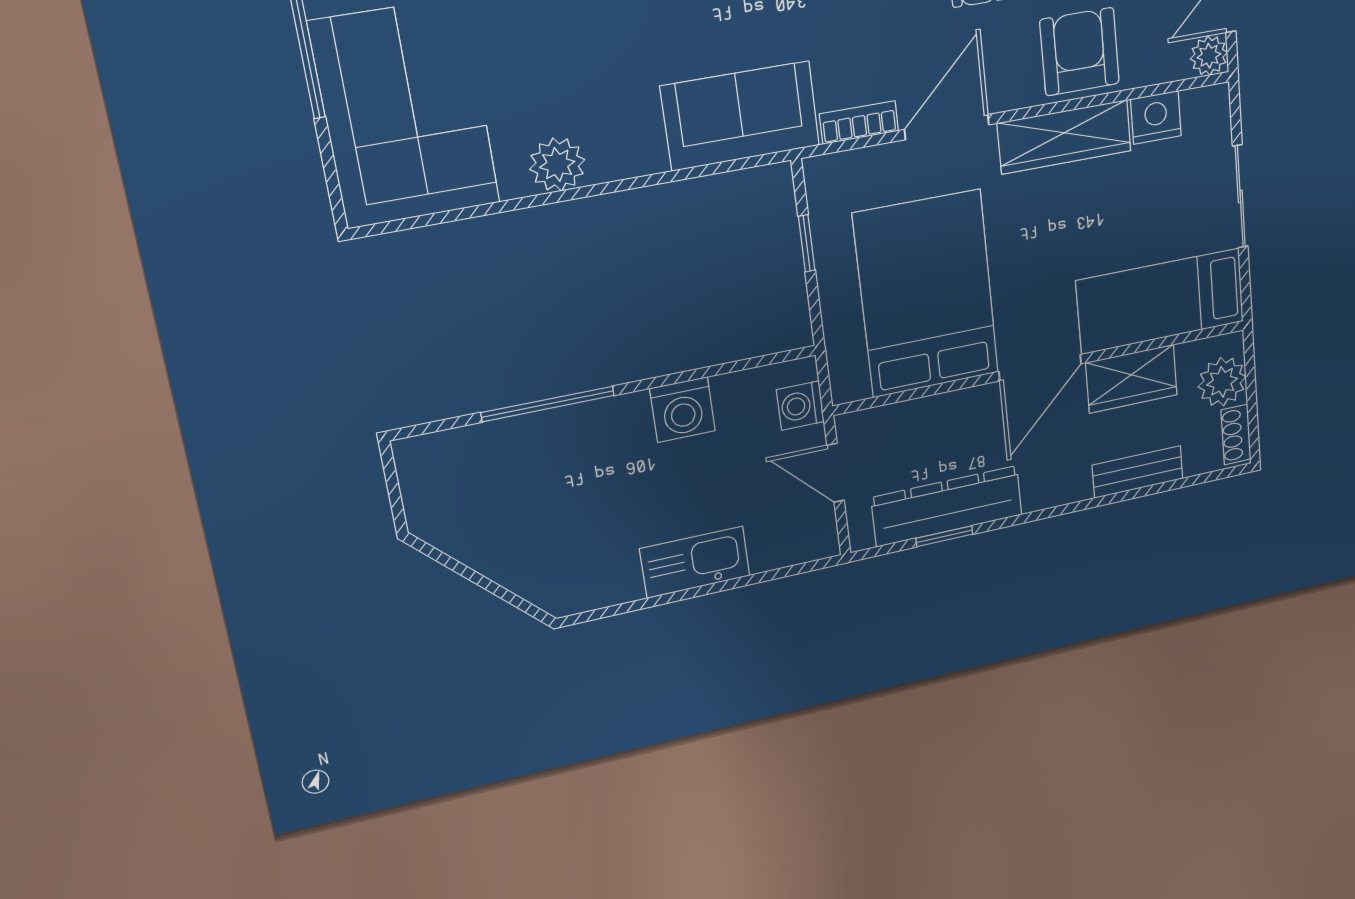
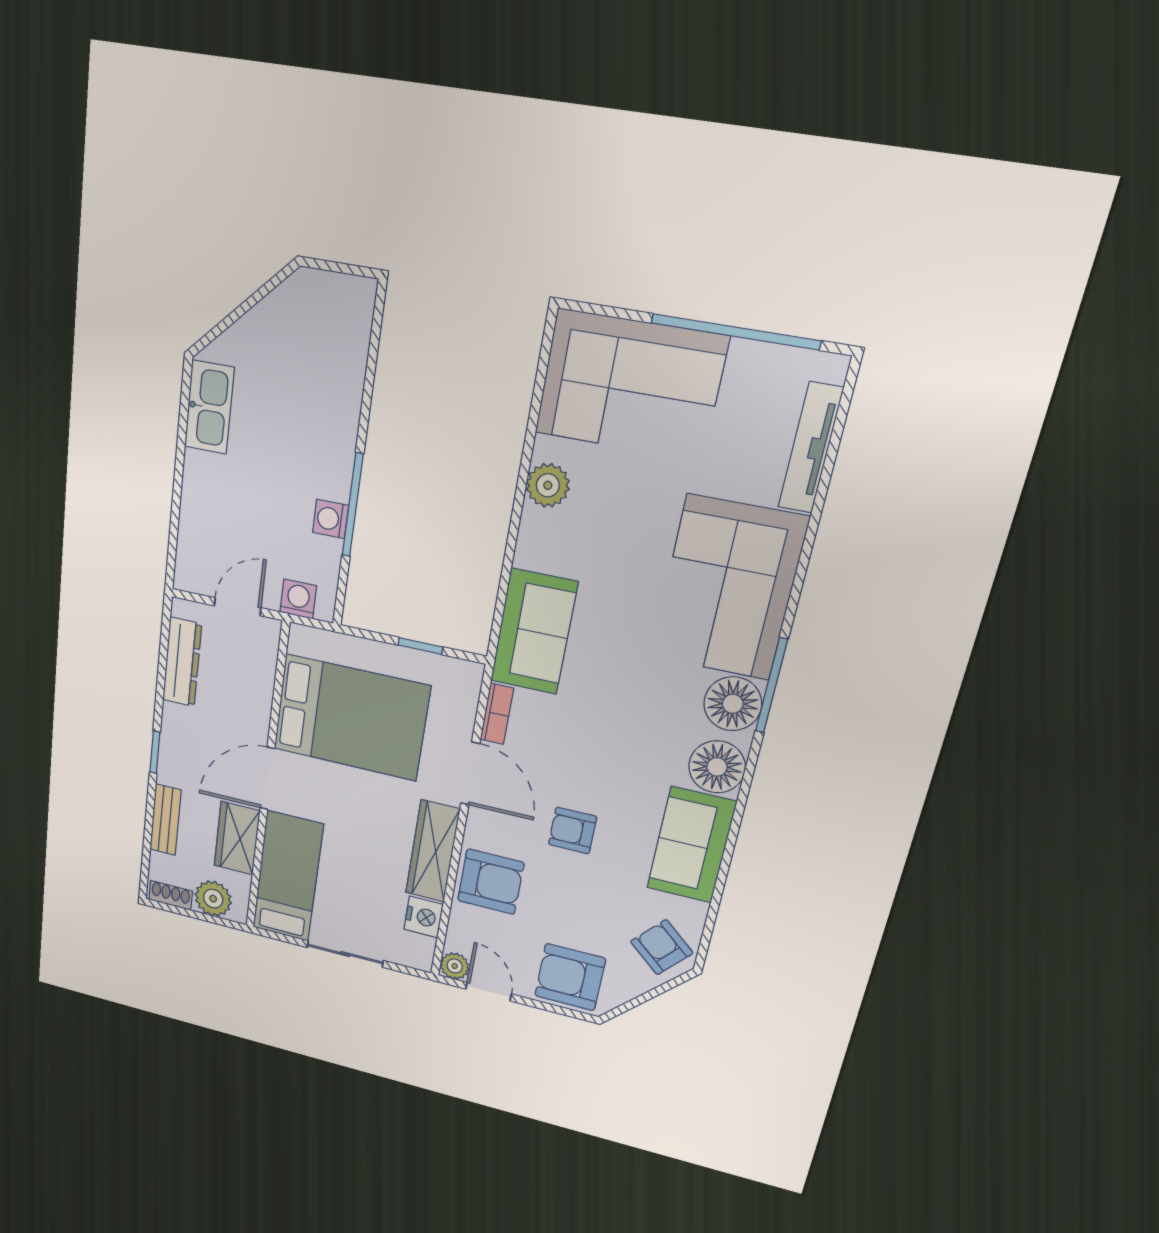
door: (1040, 368) -> (267, 778), hinge flipped
window: (548, 404) -> (353, 505), moved
washing machine: (682, 410) -> (331, 519), width x0.73, depth x0.73
dresser: (947, 506) -> (182, 662), width x0.73, depth x0.80
window: (944, 536) -> (155, 752), moved
kitchen sink: (695, 562) -> (209, 407), moved

